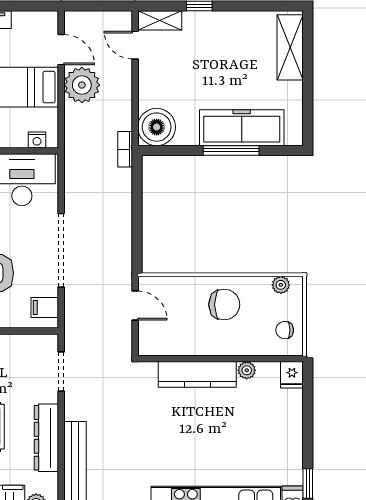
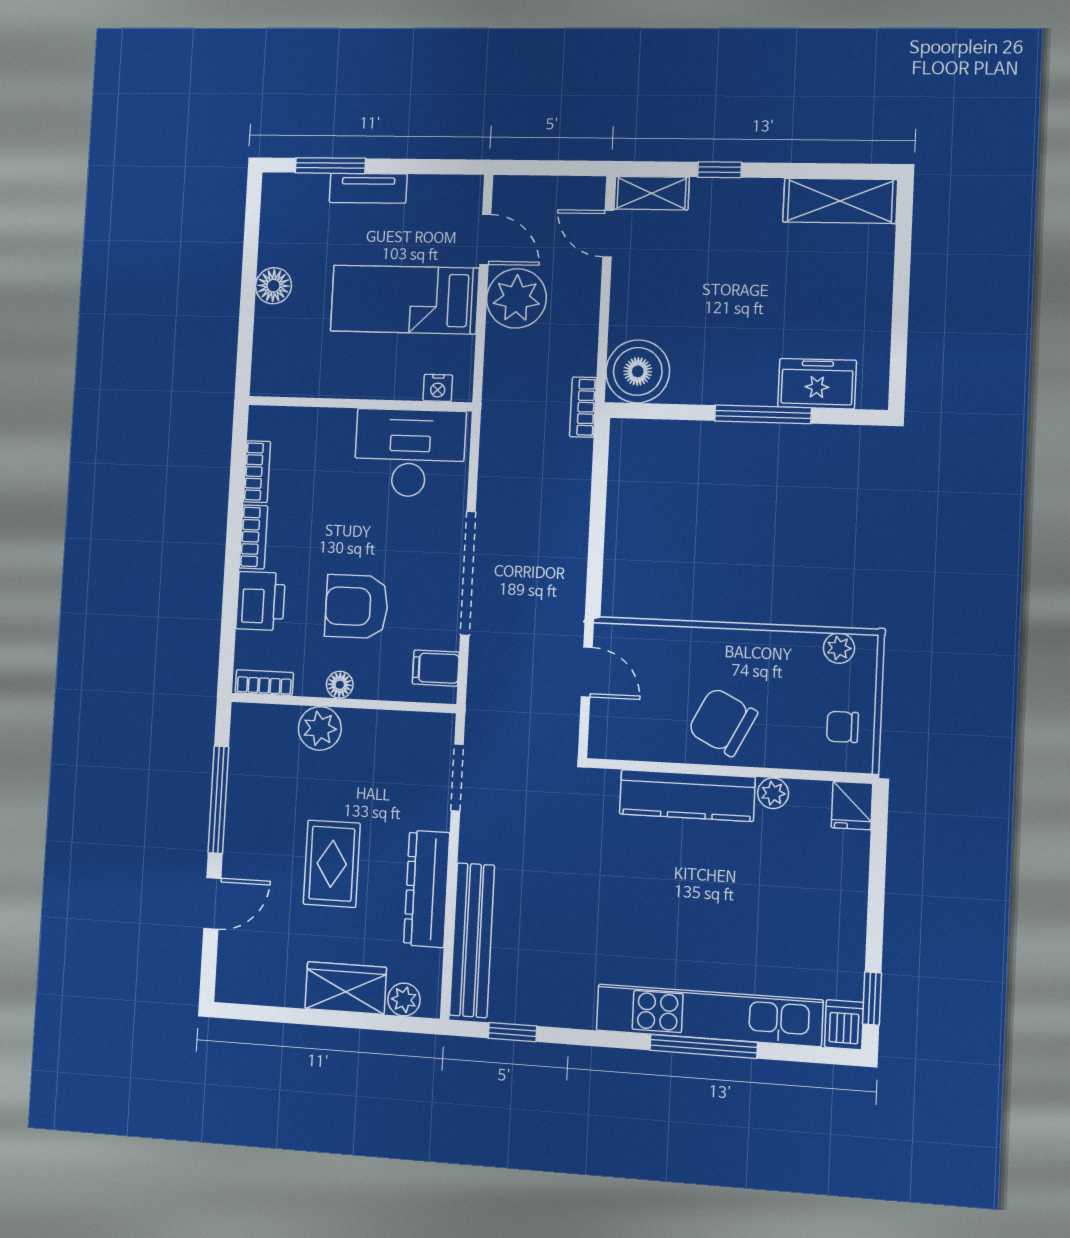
shelving: (290, 47) -> (840, 201), moved, turned 90
freezer: (242, 128) -> (817, 384), width x0.52, depth x0.79
chair: (224, 305) -> (723, 722), moved, turned -153

